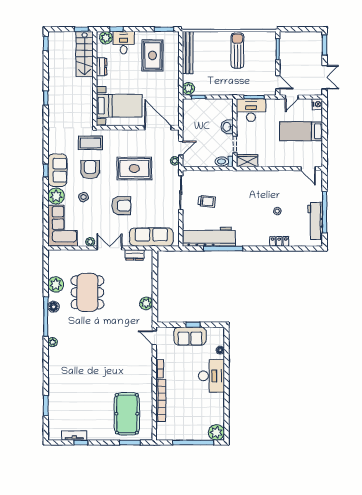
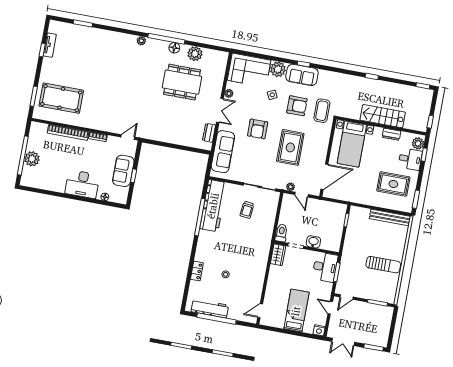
stairs: (85, 54) -> (383, 116), moved
plant: (188, 88) -> (356, 212), removed
plant: (146, 303) -> (162, 135), removed
plant: (216, 432) -> (32, 159), moved

